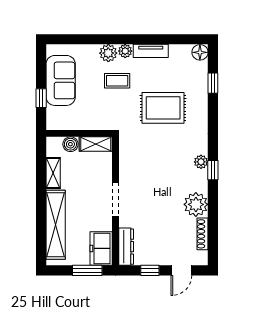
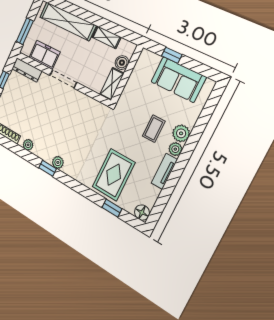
rug: (163, 108) -> (114, 175), moved
plant: (196, 204) -> (28, 145), width x0.53, depth x0.53
freezer: (101, 248) -> (44, 55), moved

